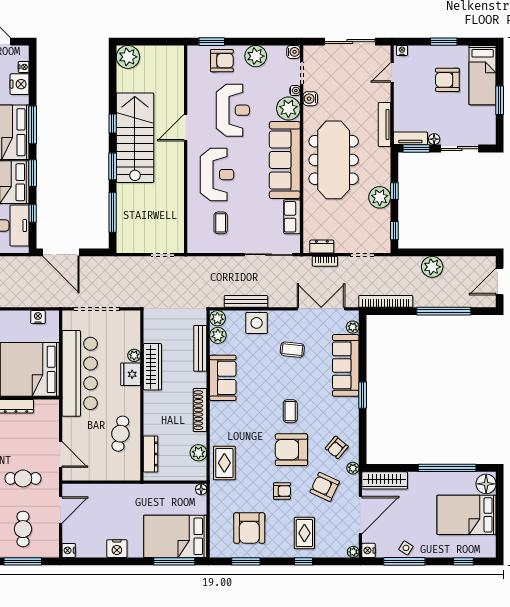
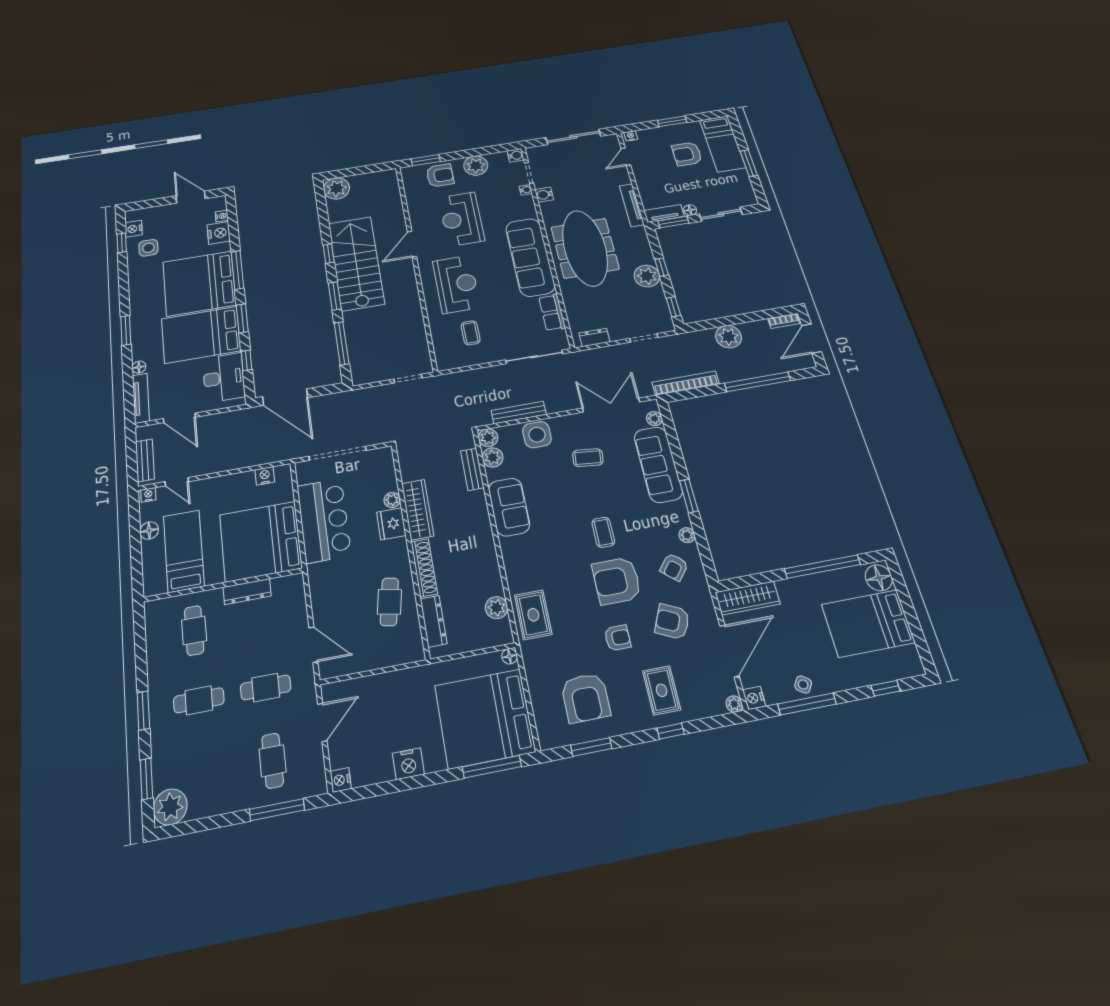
plant: (288, 108) -> (523, 207), removed
reception desk: (233, 110) -> (461, 219), turned 180
bookcase: (325, 261) -> (784, 321), moved
bench: (200, 348) -> (472, 469), width x0.73
bar counter: (80, 373) -> (324, 520), width x0.73
shoe rack: (200, 410) -> (424, 568), moved, turned 180
plant: (353, 468) -> (687, 535), moved
bed: (175, 536) -> (485, 718), width x1.36

